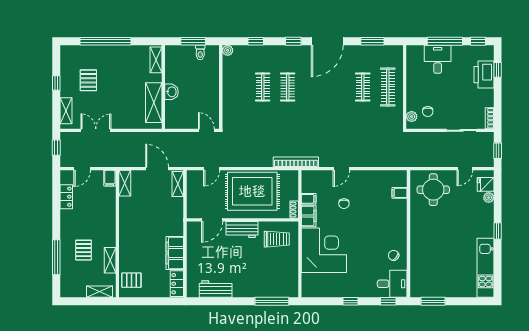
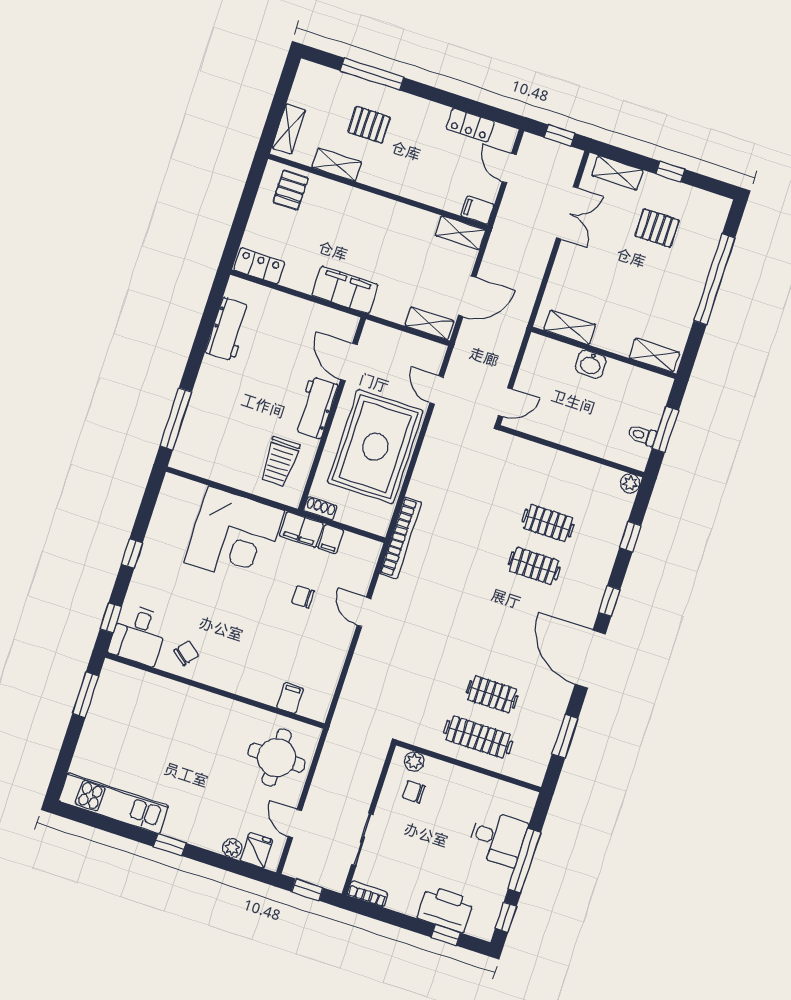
shelving: (154, 103) -> (570, 327), width x0.67, depth x0.75
filing cabinet: (175, 253) -> (345, 290), moved

